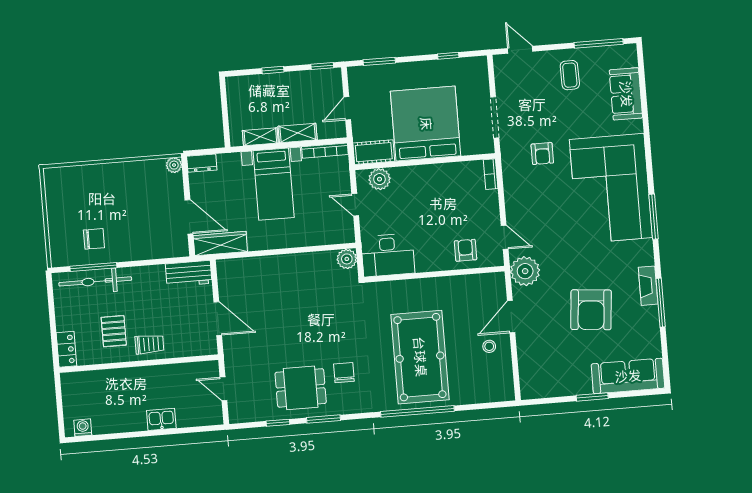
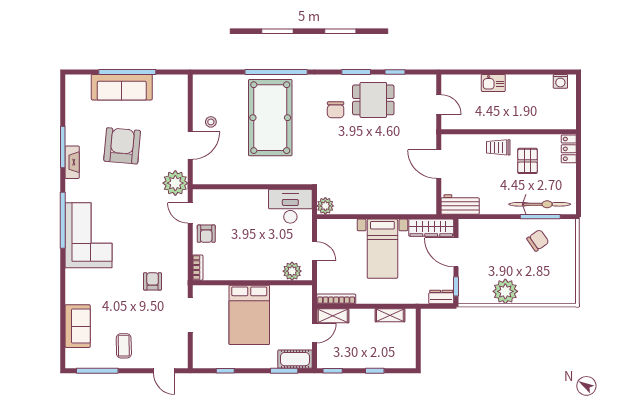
bed: (426, 124) -> (249, 315), width x0.73
shelving: (298, 133) -> (333, 316), moved
cot: (374, 152) -> (295, 359), moved
plant: (174, 165) -> (505, 291), moved, width x1.88, depth x1.88
window: (186, 177) -> (456, 286), added
bed with nightstands: (274, 184) -> (382, 249), moved, turned 180
corner sofa: (611, 188) -> (89, 235), width x0.73, depth x0.74
window: (653, 217) -> (63, 220), width x1.46
chair: (94, 239) -> (538, 240), turned 145
armchair: (466, 250) -> (206, 234), moved
sofa: (628, 376) -> (122, 87), moved
window: (592, 397) -> (127, 72), width x2.11

